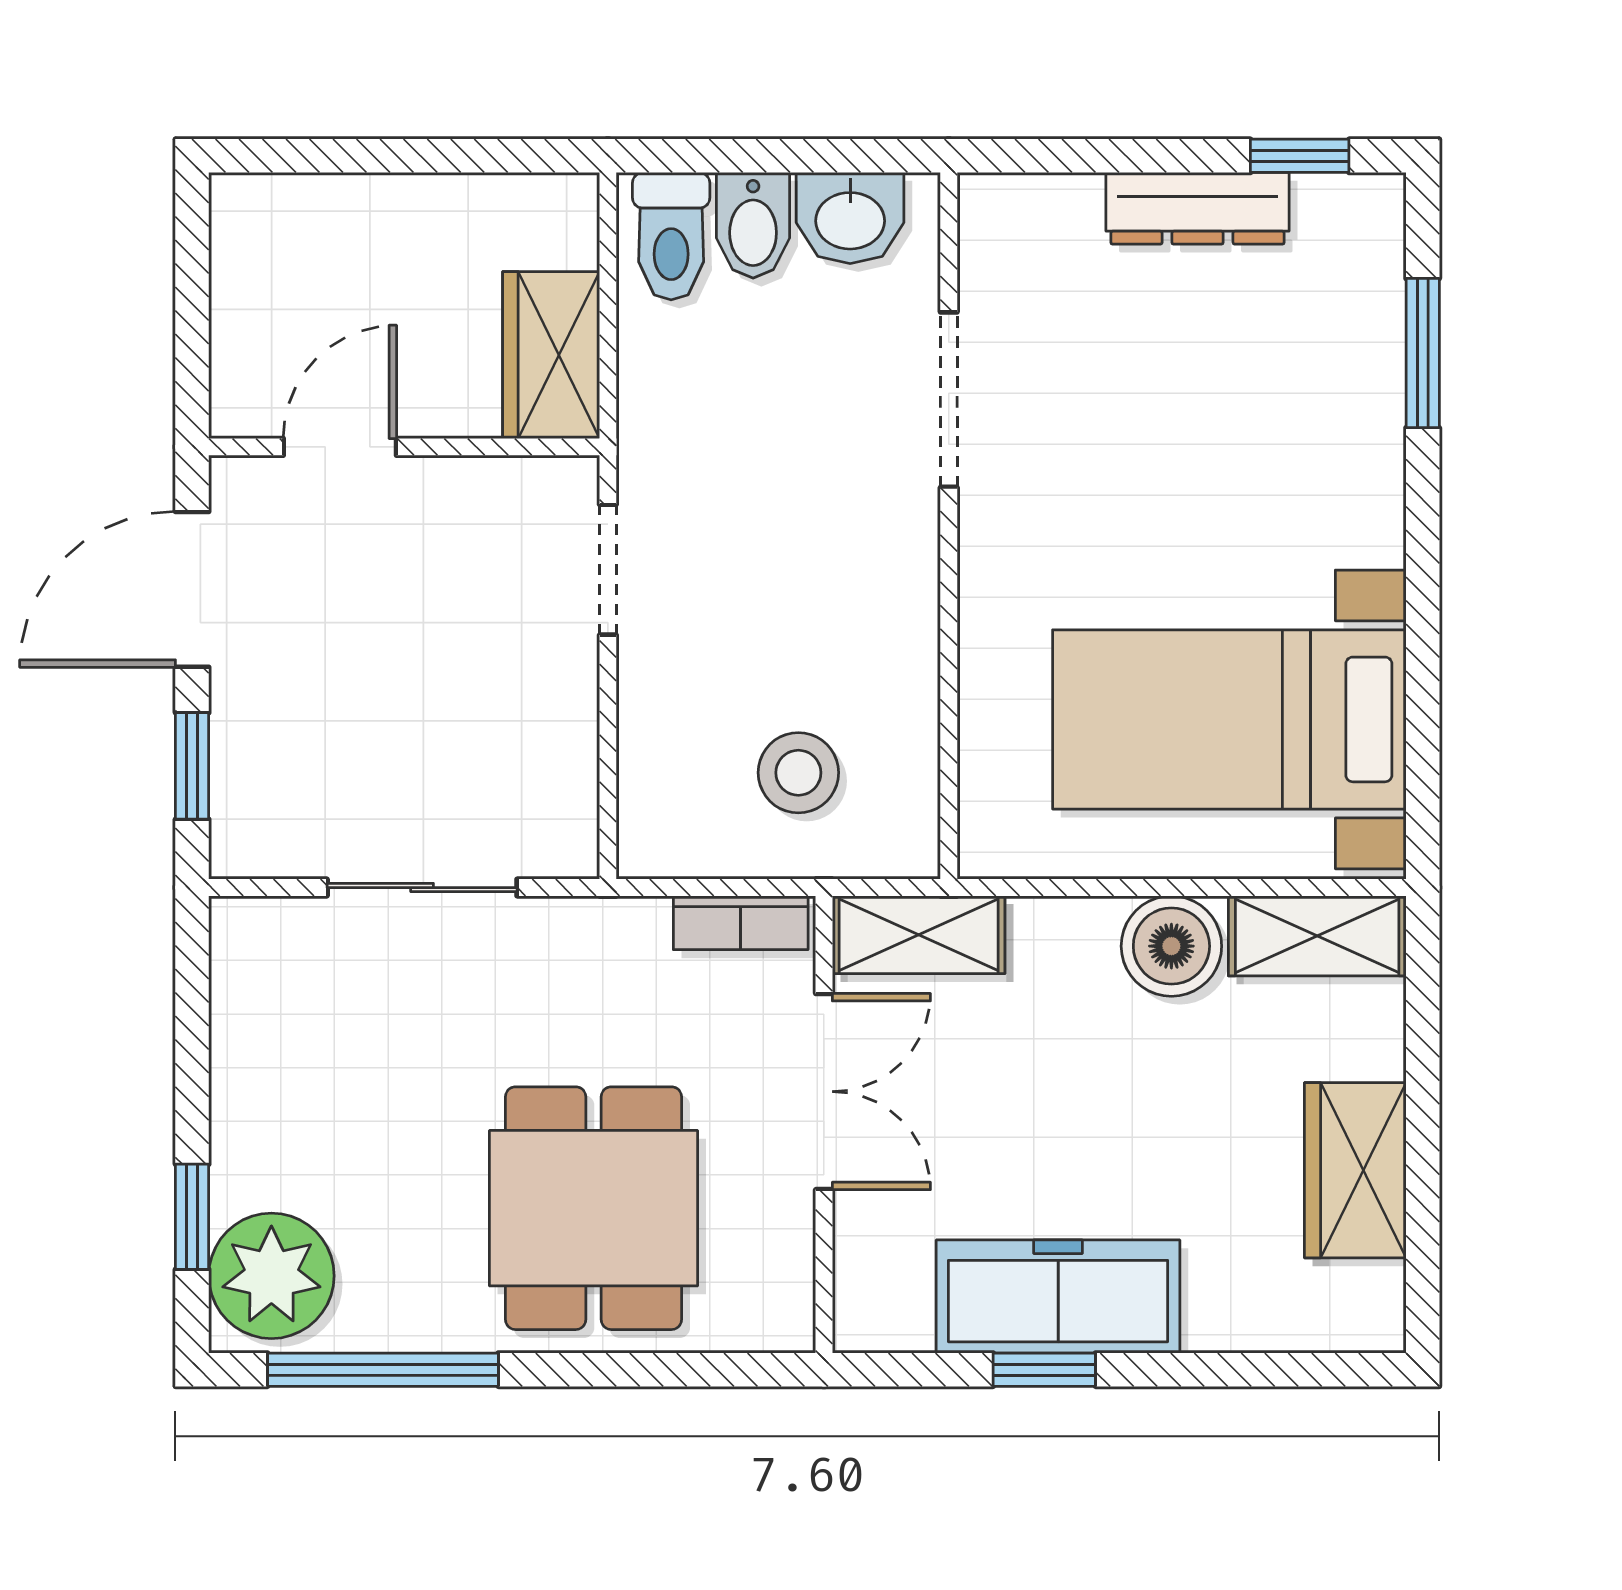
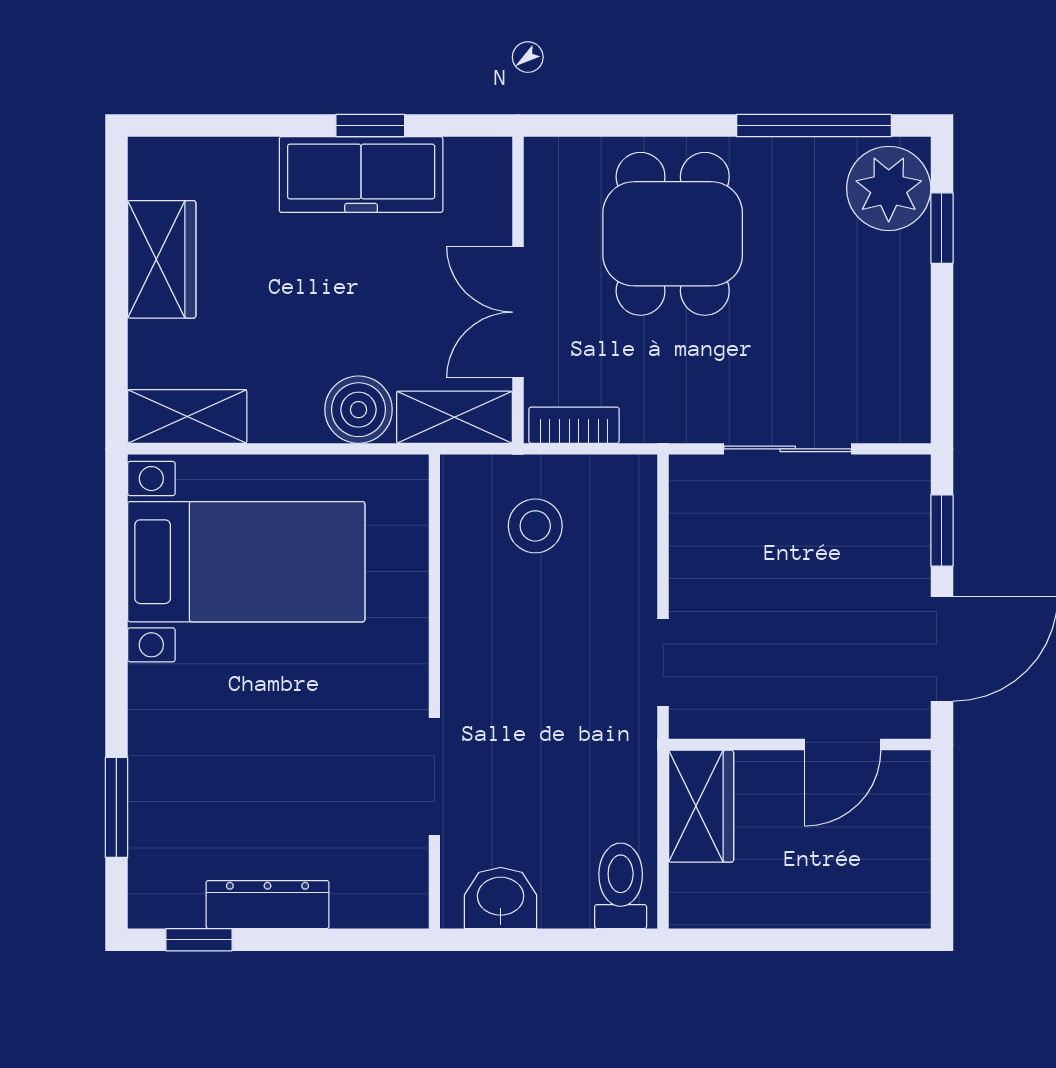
bidet: (753, 225) -> (566, 893), removed
boiler: (1171, 946) -> (358, 410), moved

